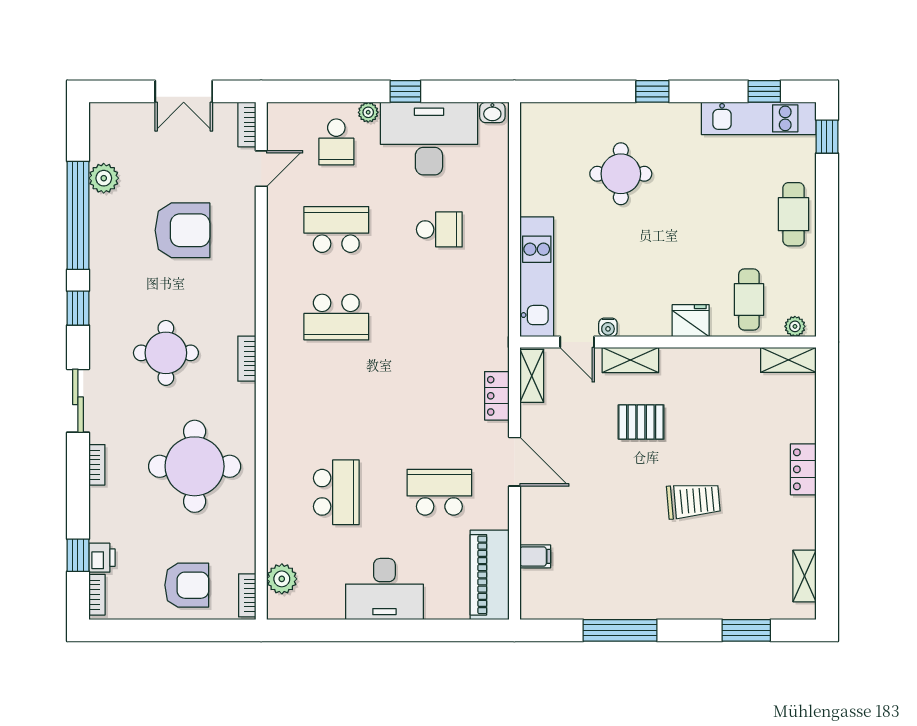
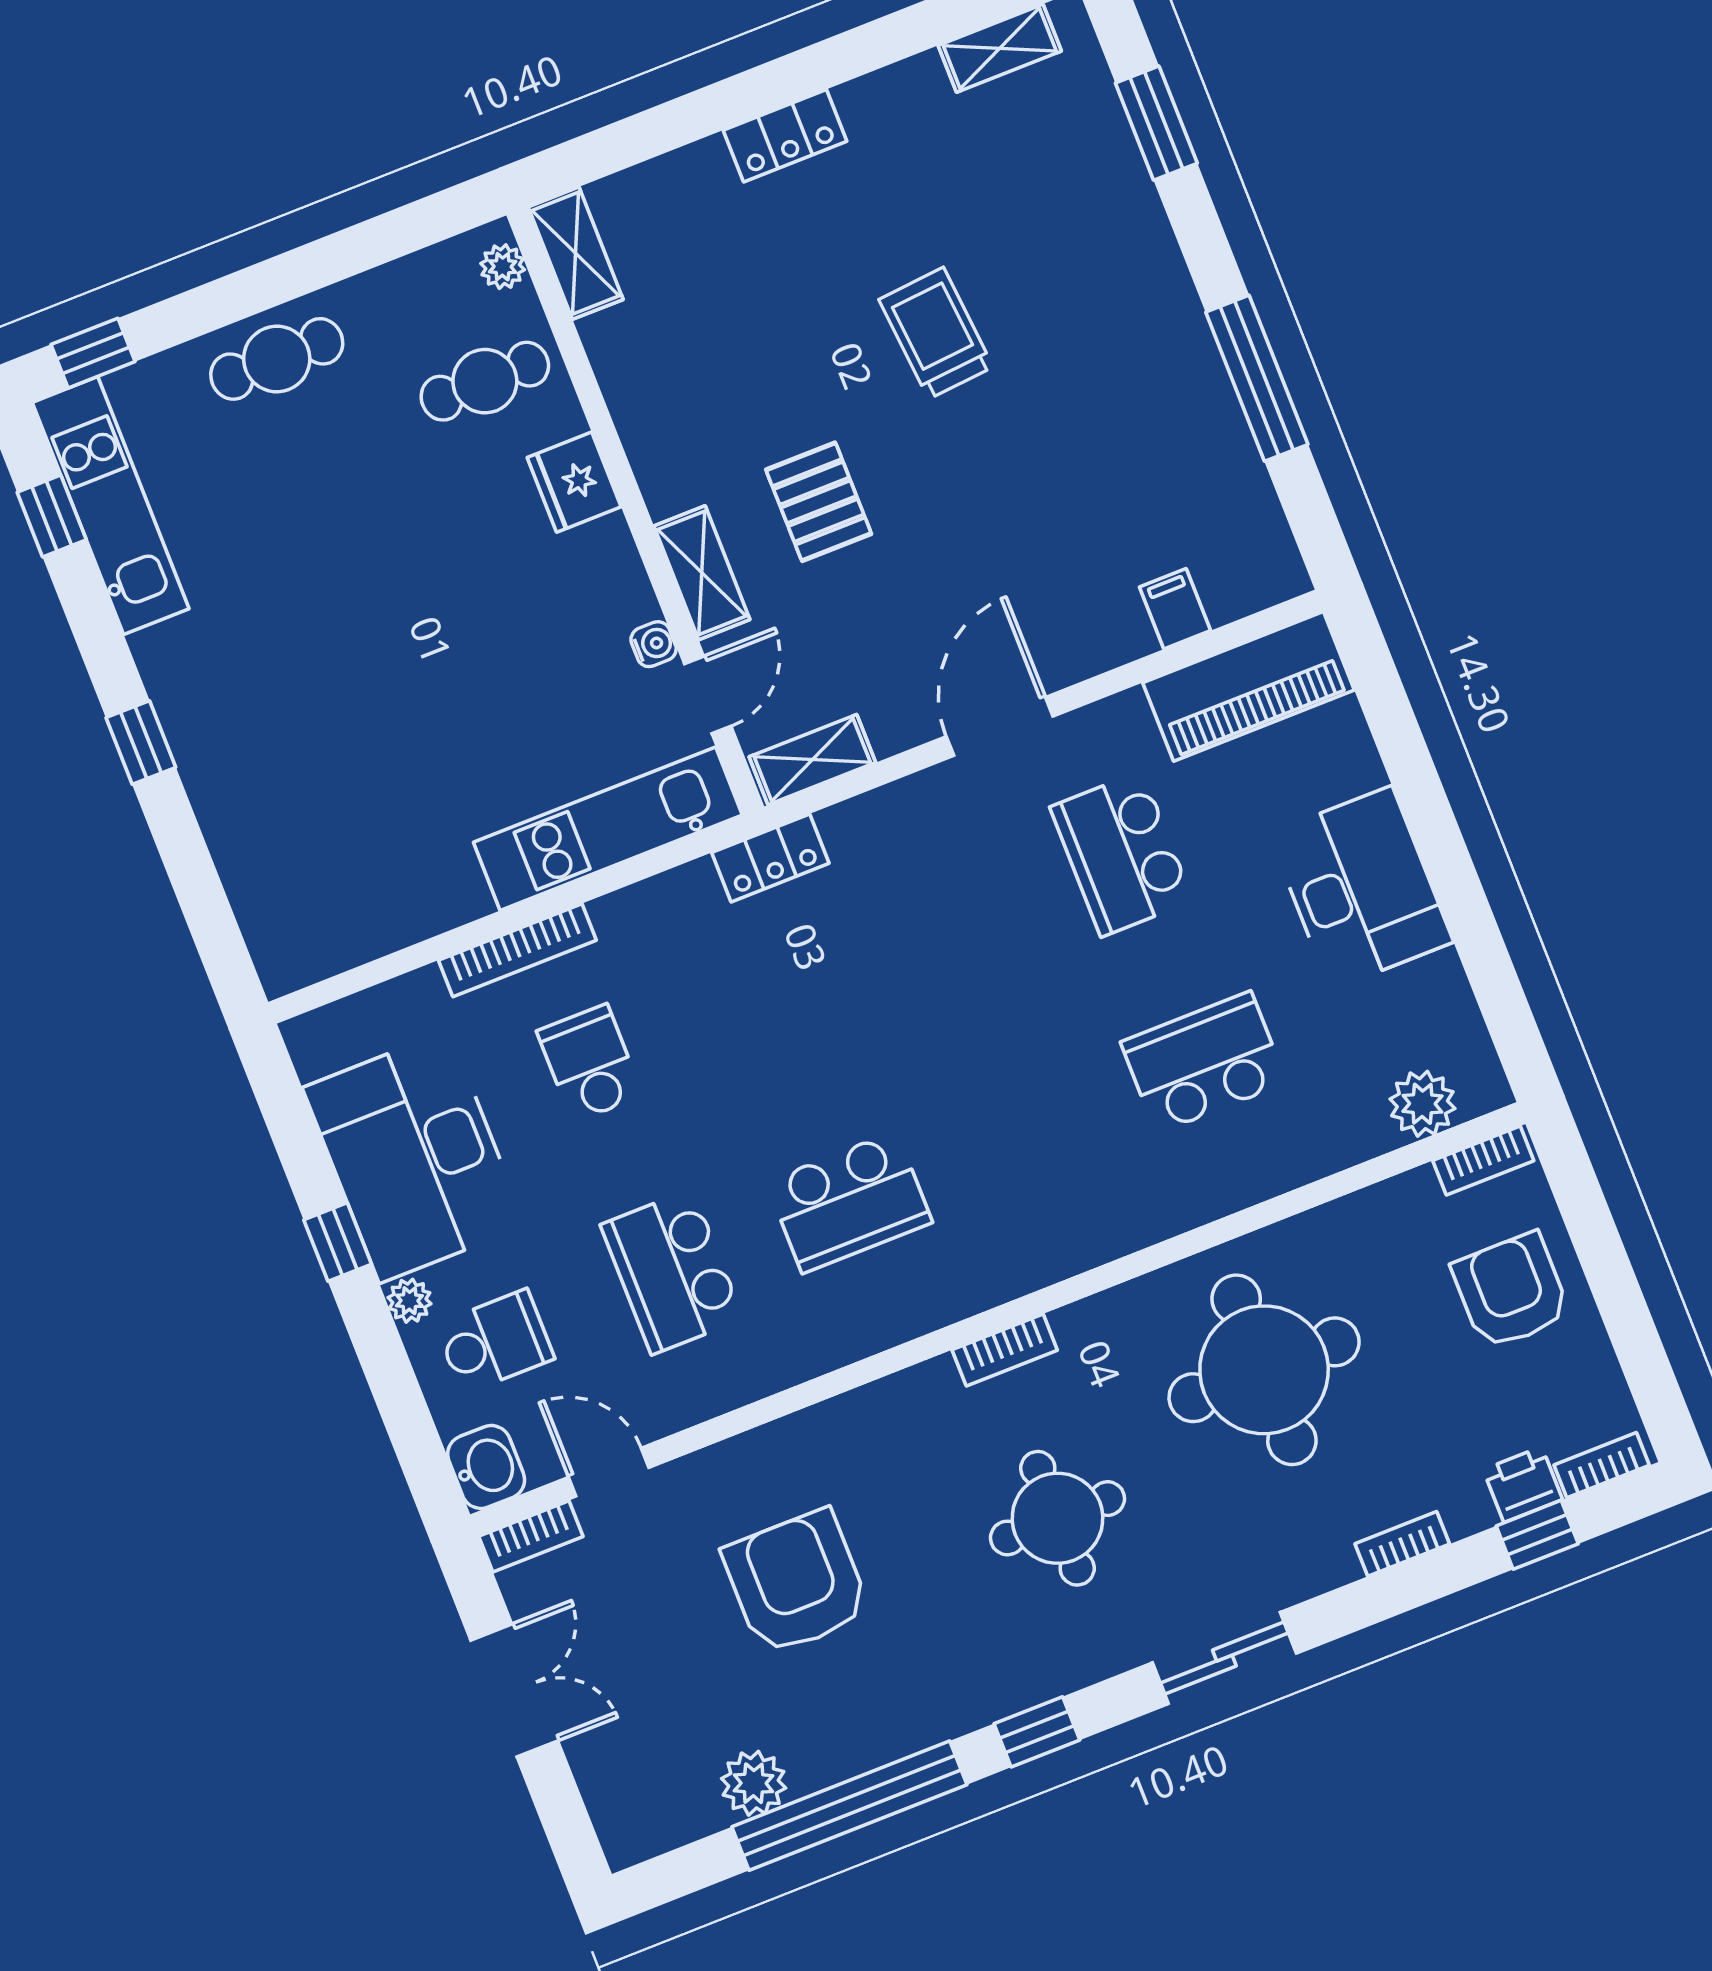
washbasin: (492, 112) -> (486, 1467), moved, width x1.38, depth x1.45
round table: (621, 174) -> (333, 741), removed
bookcase: (500, 218) -> (517, 950), added
school desk: (336, 317) -> (849, 1202), turned 90
locker: (497, 396) -> (770, 858), moved
bookcase: (97, 465) -> (1402, 1544), moved

